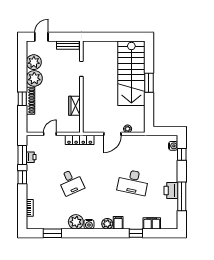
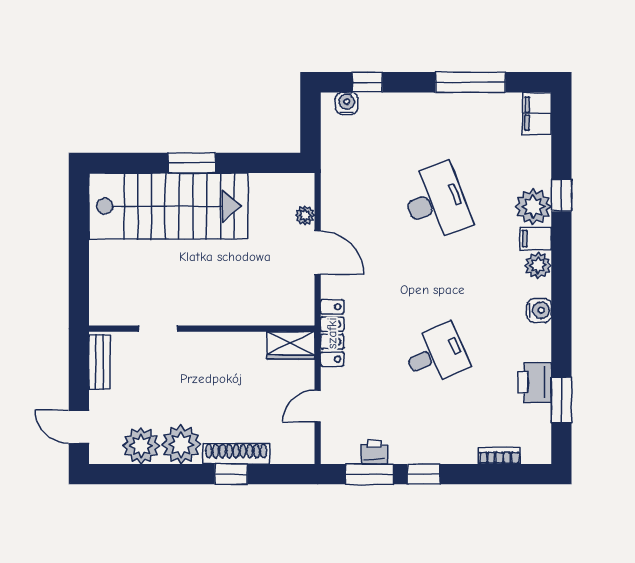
wardrobe: (75, 106) -> (291, 345), moved
door: (50, 134) -> (318, 406), hinge flipped
desk: (133, 182) -> (436, 202), turned -33
printer: (171, 190) -> (535, 383), moved, turned 90
plant: (76, 222) -> (533, 207), moved
filing cabinet: (152, 223) -> (537, 114), moved

